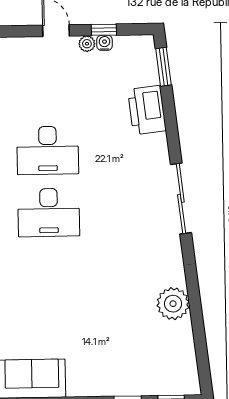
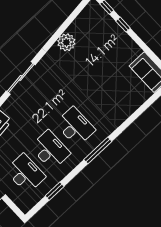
desk: (47, 88) -> (25, 173), added

